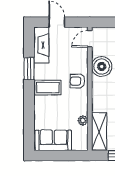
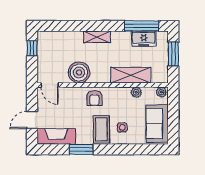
side table: (50, 107) -> (122, 127), added
shelving: (99, 131) -> (131, 75), moved
plant: (83, 144) -> (161, 92), added

